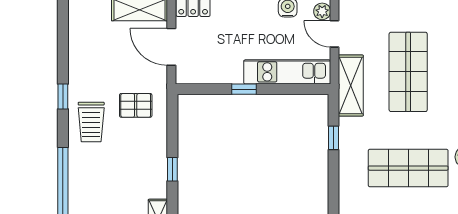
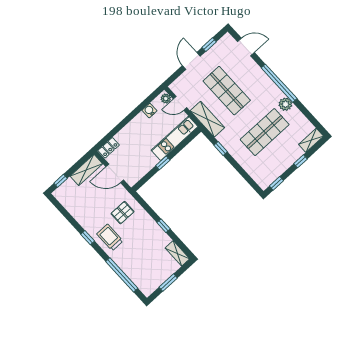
trolley: (91, 122) -> (110, 237), turned 180

